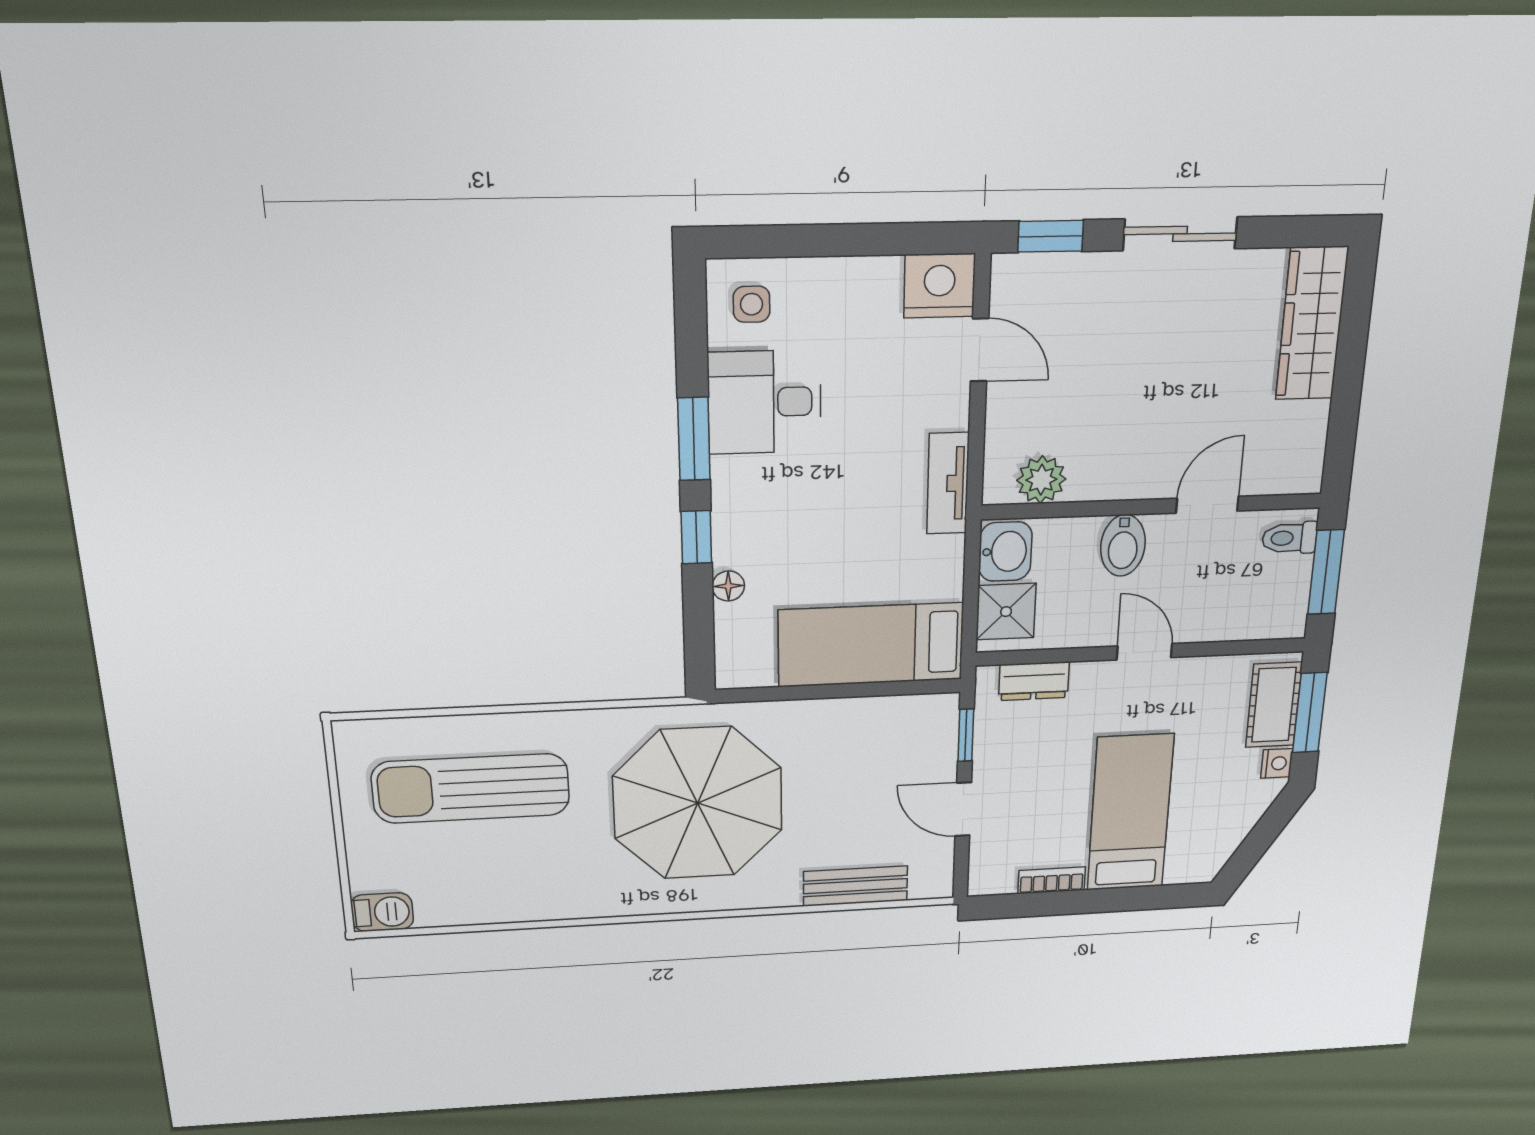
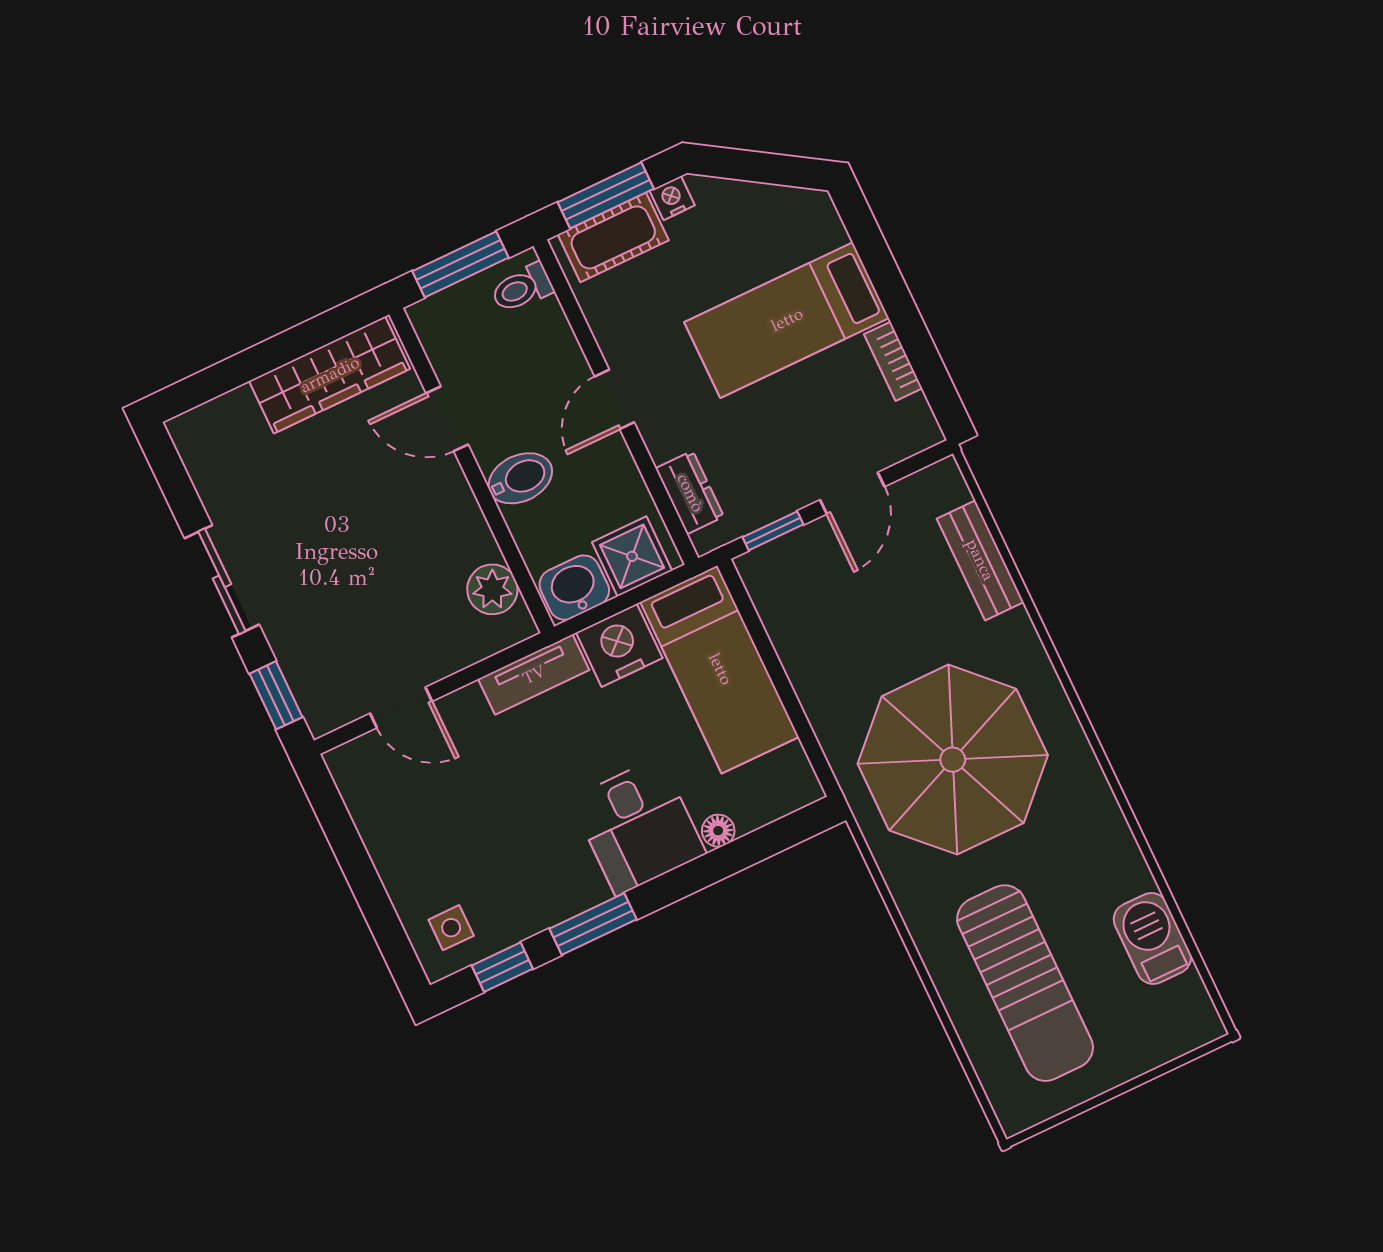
nightstand: (940, 286) -> (619, 645), moved, turned 90
wardrobe: (1312, 324) -> (330, 375), moved
door: (980, 350) -> (401, 707), swing flipped
desk: (764, 402) -> (638, 826), moved
window: (696, 537) -> (502, 967), moved
toilet: (1290, 538) -> (522, 288), moved, turned 90
barbecue: (382, 912) -> (1152, 938), moved, width x1.38, depth x1.27

